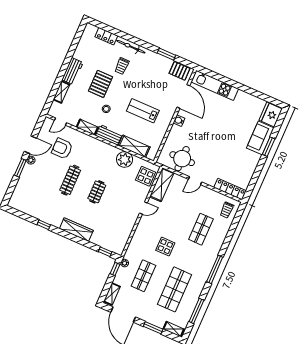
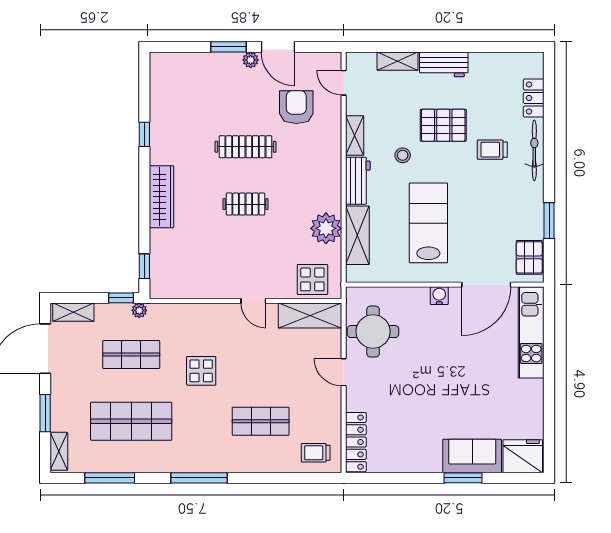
lab bench: (143, 111) -> (428, 223), width x1.36, depth x1.39

